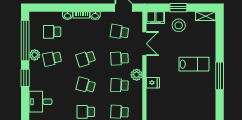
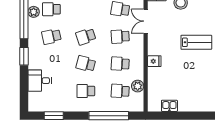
double door: (144, 44) -> (146, 21), swing flipped
plant: (35, 55) -> (34, 12), moved
plant: (137, 75) -> (138, 86), moved

